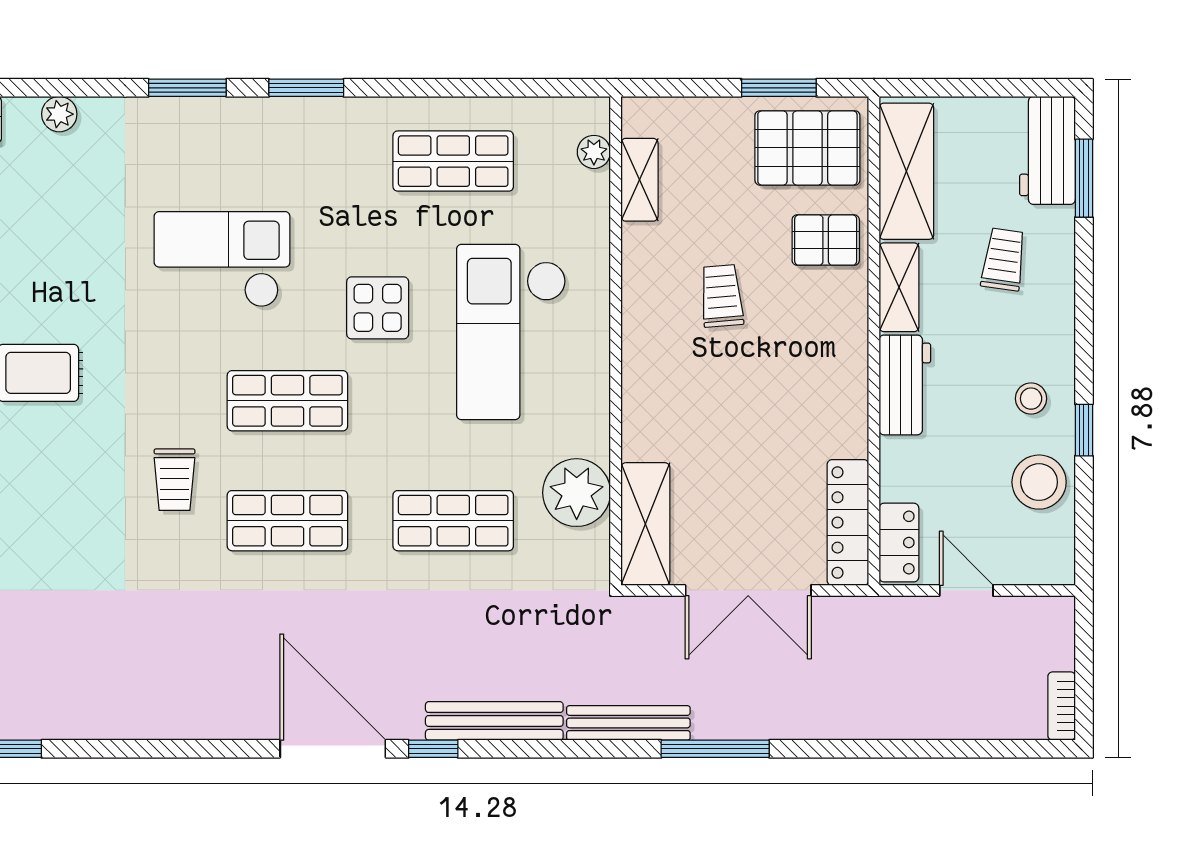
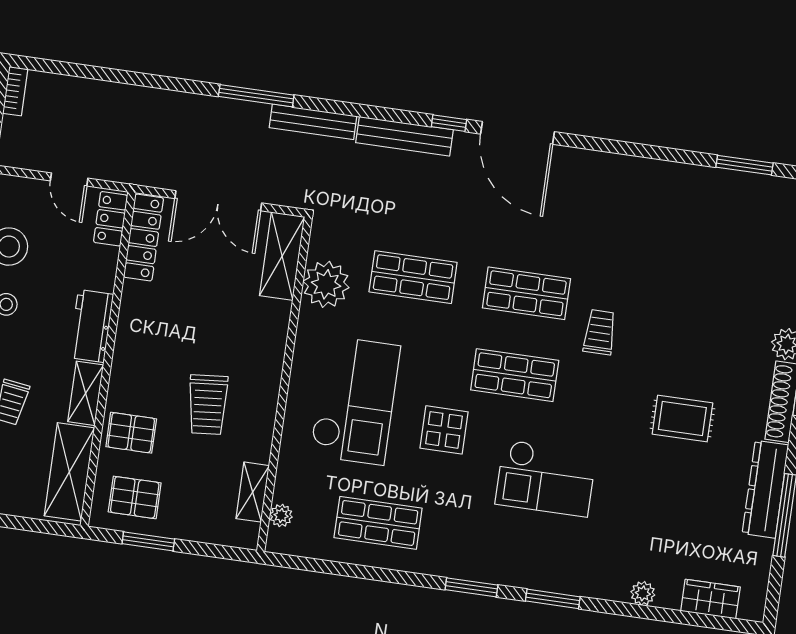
pallet: (807, 148) -> (135, 497), width x0.67, depth x0.71
trolley: (722, 296) -> (208, 405), width x1.36, depth x1.39
double door: (748, 590) -> (218, 201), swing flipped

